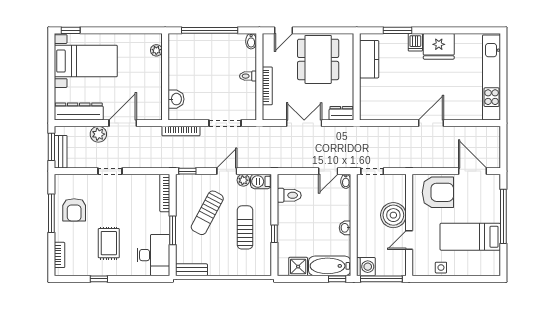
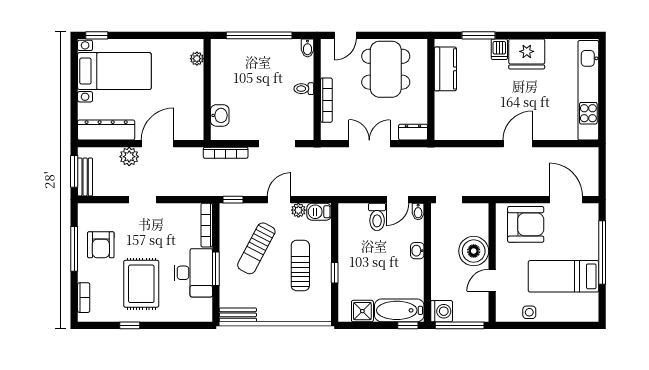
toilet: (289, 195) -> (377, 217), moved, turned 90
washbasin: (345, 228) -> (417, 251), moved
rug: (109, 243) -> (141, 284), width x1.36, depth x1.43
desk: (153, 255) -> (193, 273), moved

